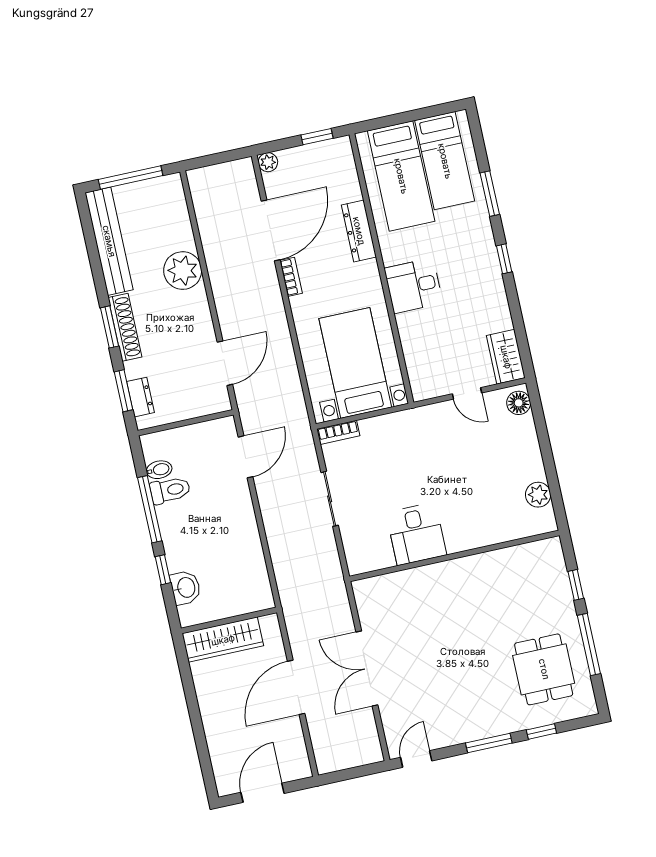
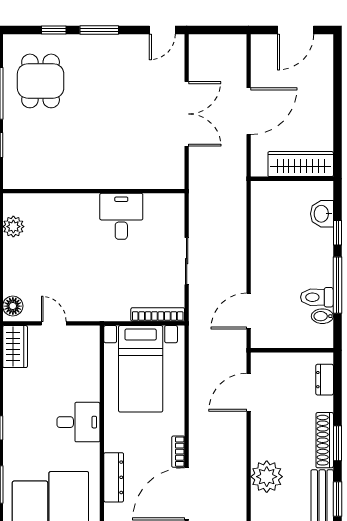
window: (124, 391) -> (337, 499), moved
bookcase: (338, 432) -> (158, 314), width x1.56

